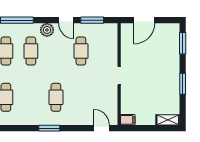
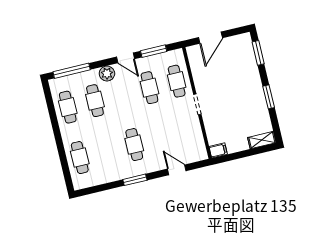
cafe table: (106, 51) -> (177, 81), added
door: (101, 128) -> (177, 170), moved

